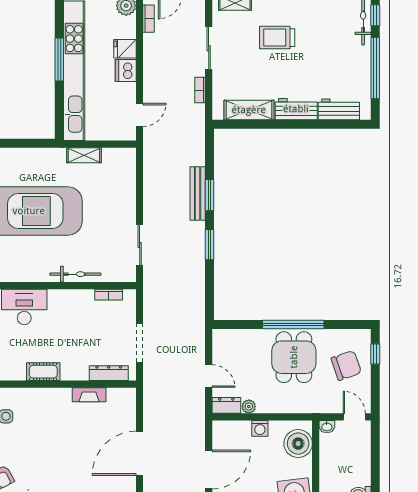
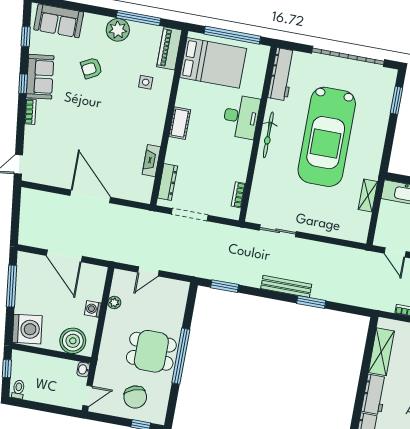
bench: (198, 194) -> (286, 286), moved
window: (209, 245) -> (225, 286), moved
bicycle: (75, 274) -> (268, 135), moved
dresser: (226, 405) -> (119, 282), removed

